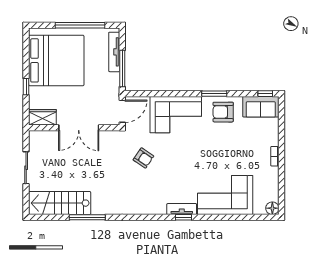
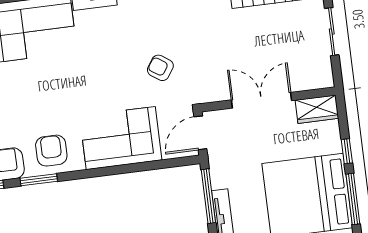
window: (26, 54) -> (353, 199), added
window: (214, 94) -> (39, 180), moved
armchair: (223, 112) -> (51, 151), turned -90

